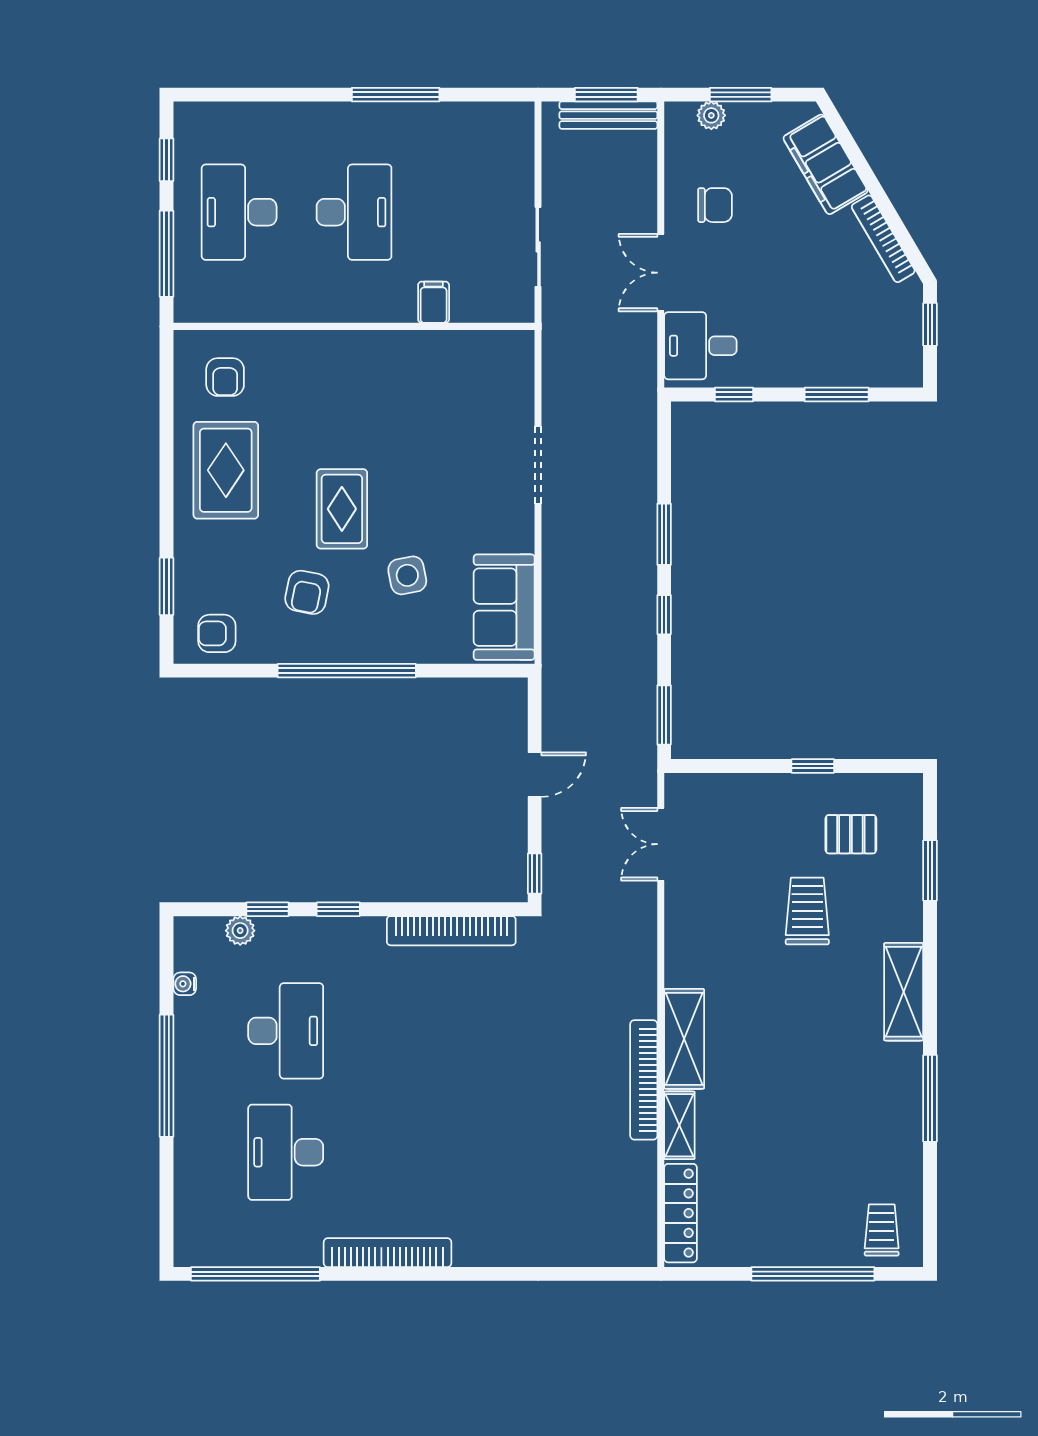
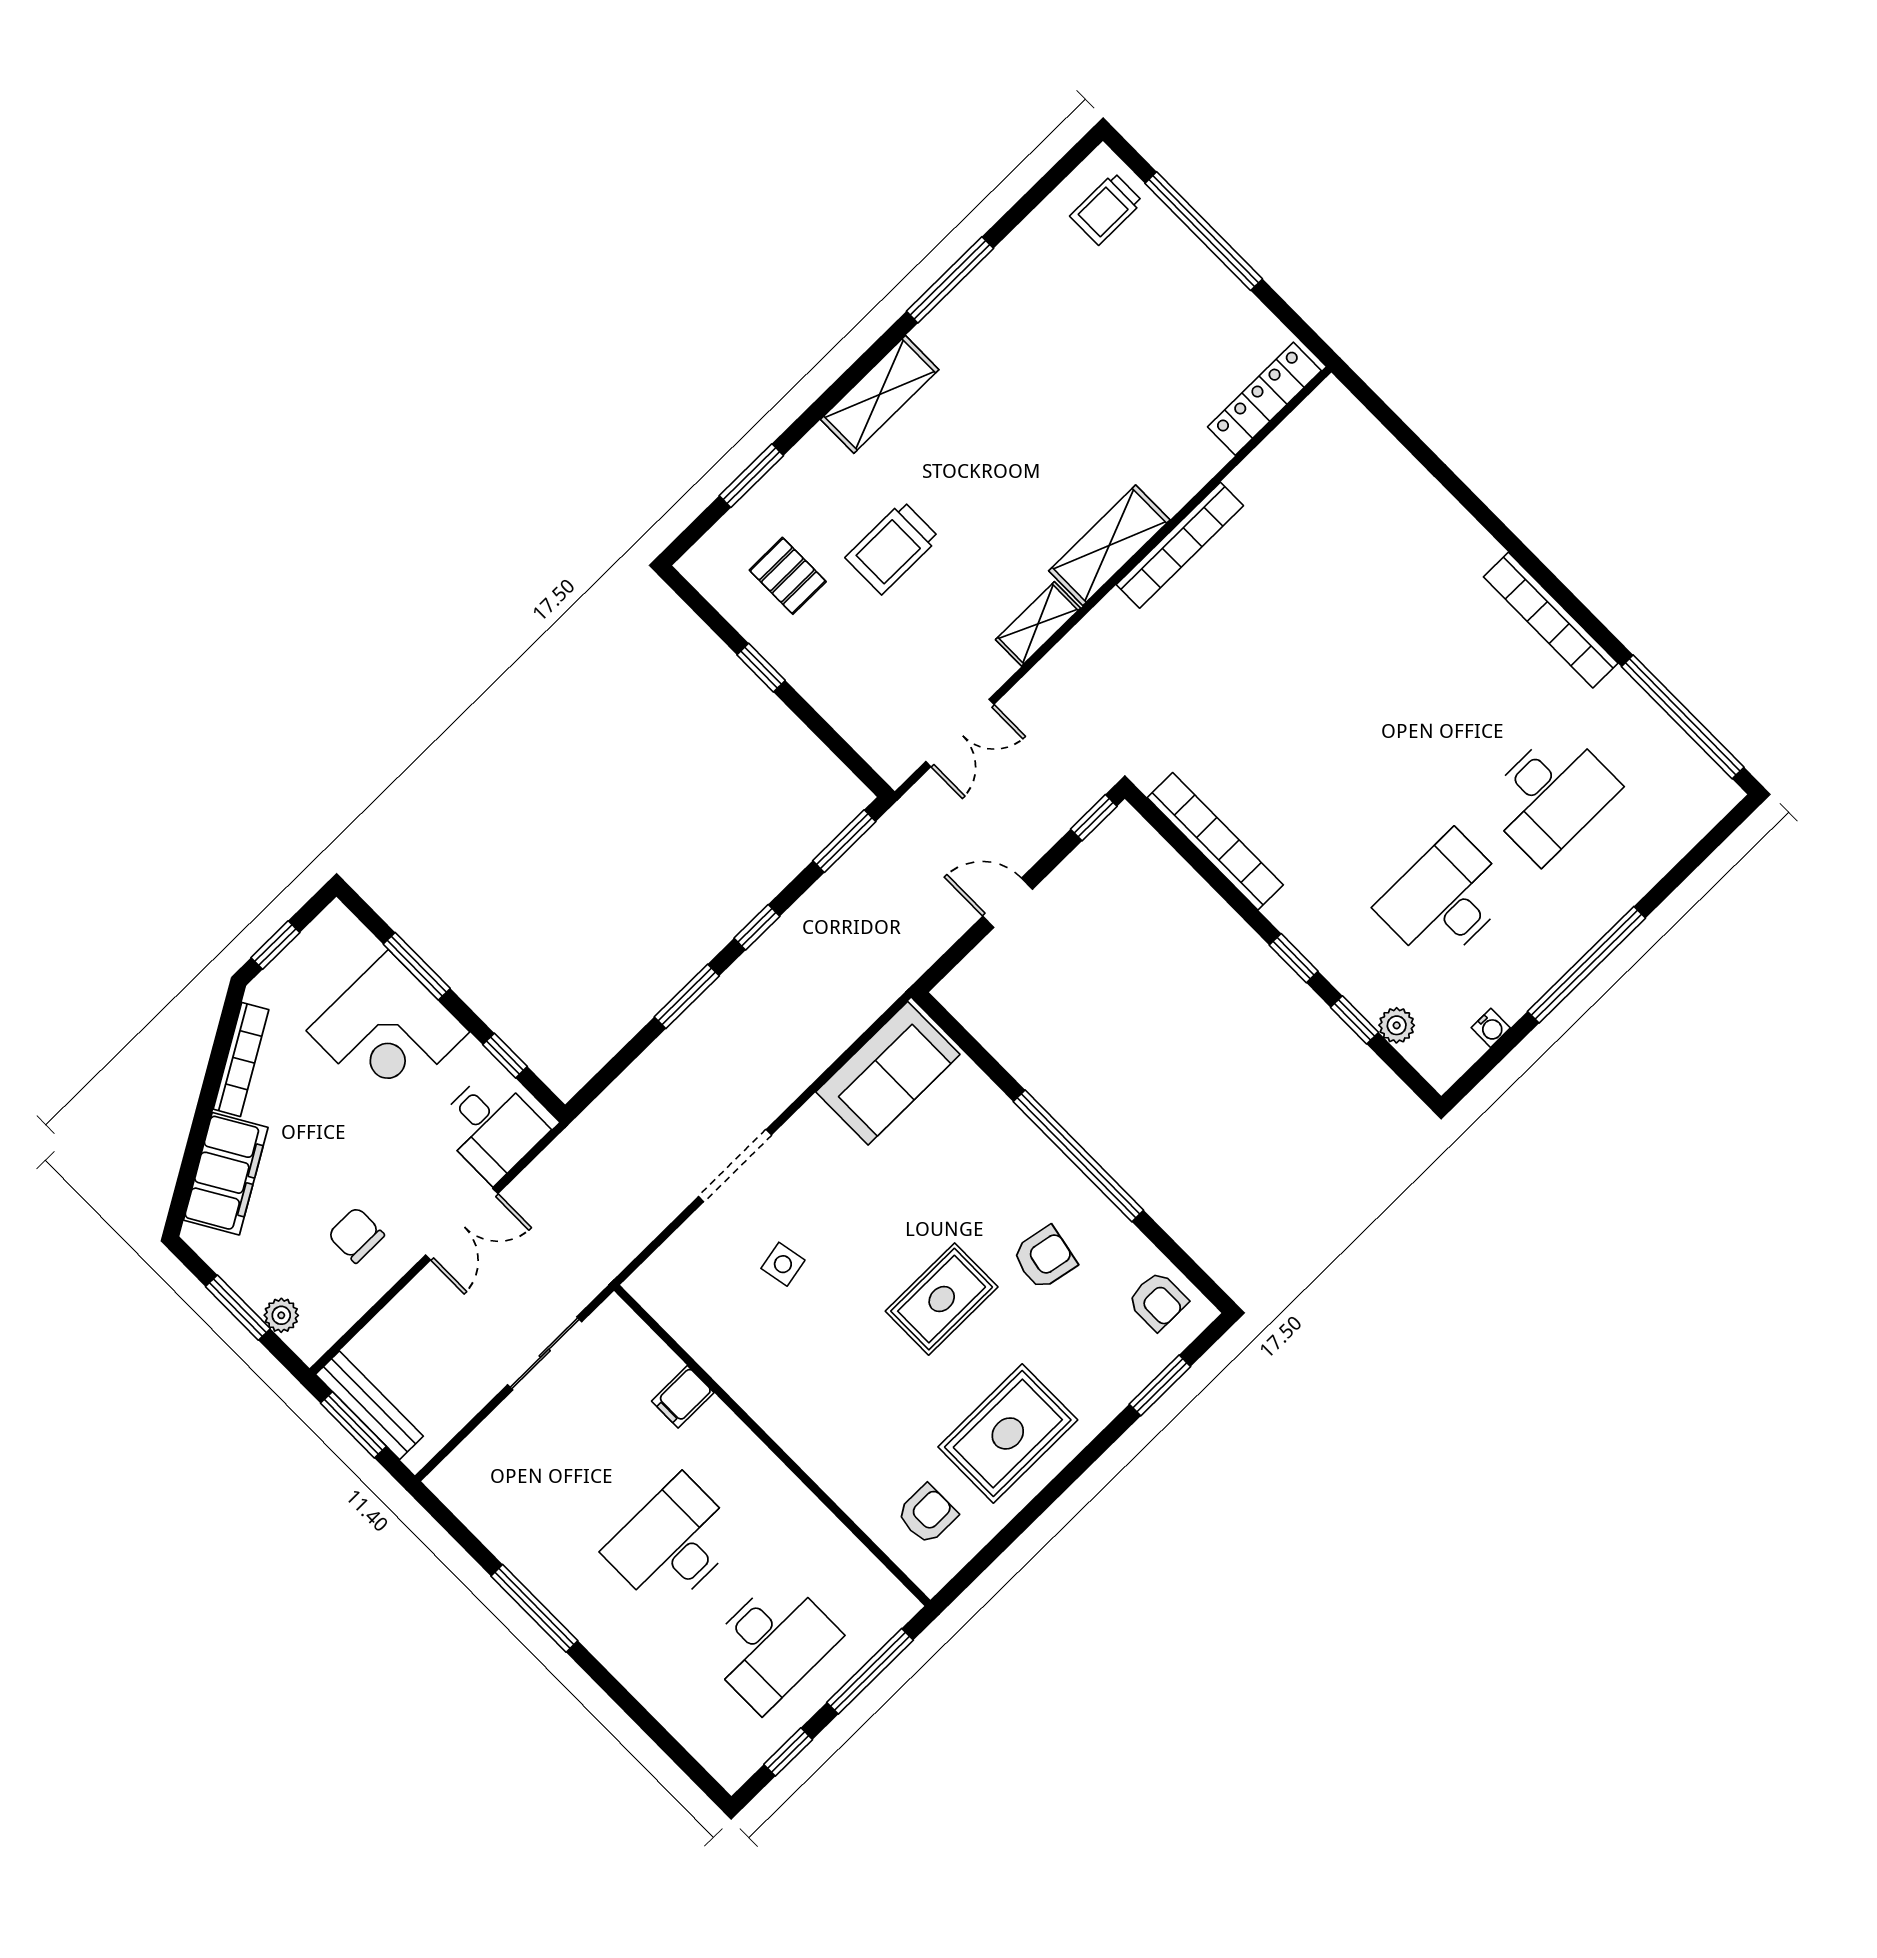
corner desk: (815, 340) -> (388, 1031), added
side table: (407, 575) -> (783, 1264), moved, width x0.73, depth x0.73
shelving: (679, 1125) -> (1038, 624), moved

